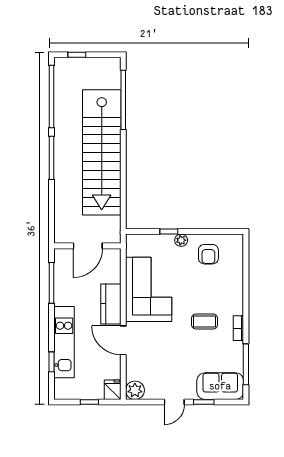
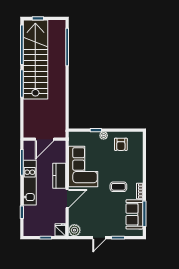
stairs: (102, 152) -> (35, 60), moved, turned 180
door: (123, 340) -> (67, 199), swing flipped
kitchen unit: (64, 342) -> (30, 183), moved
sofa: (220, 386) -> (134, 214), moved, turned -90

